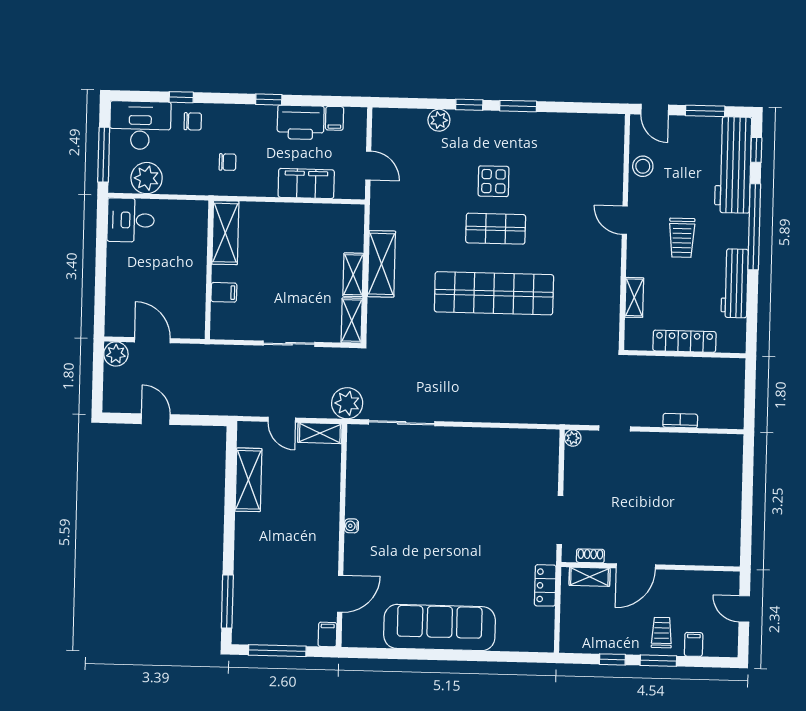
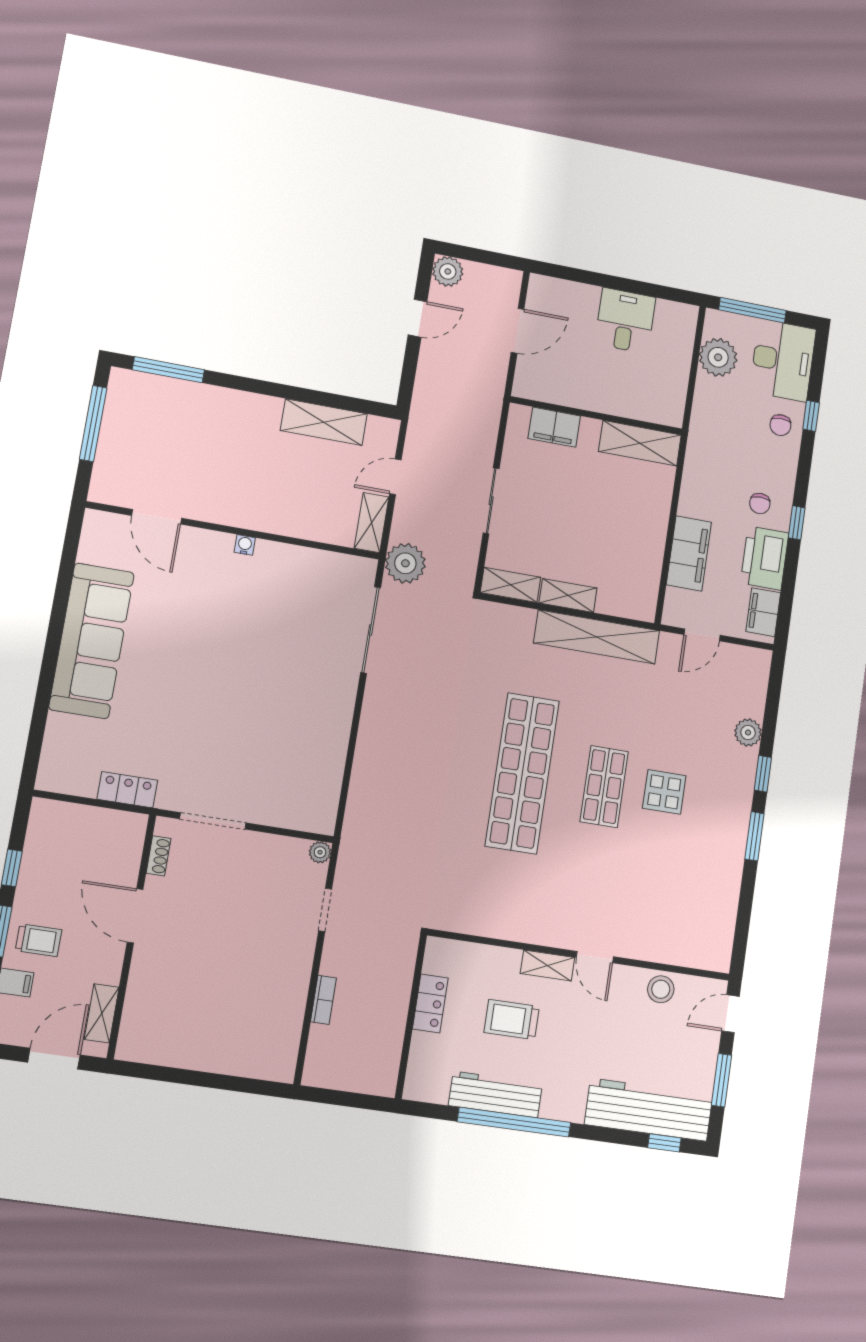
filing cabinet: (335, 118) -> (763, 612), width x2.00
chair: (228, 162) -> (760, 504), moved
desk: (131, 220) -> (625, 321), moved
door: (625, 220) -> (595, 957), swing flipped
window: (754, 227) -> (514, 1122), moved
trolley: (682, 238) -> (512, 1020), moved
shelving: (381, 264) -> (597, 637), width x1.47
filing cabinet: (224, 292) -> (554, 427), width x2.00
shelving: (634, 297) -> (548, 965), moved
locker: (684, 341) -> (430, 1003), width x0.66
plant: (116, 354) -> (448, 271), moved
shelving: (590, 577) -> (102, 1013), moved
door: (744, 609) -> (54, 1059), width x1.38
filing cabinet: (327, 635) -> (105, 492), removed

